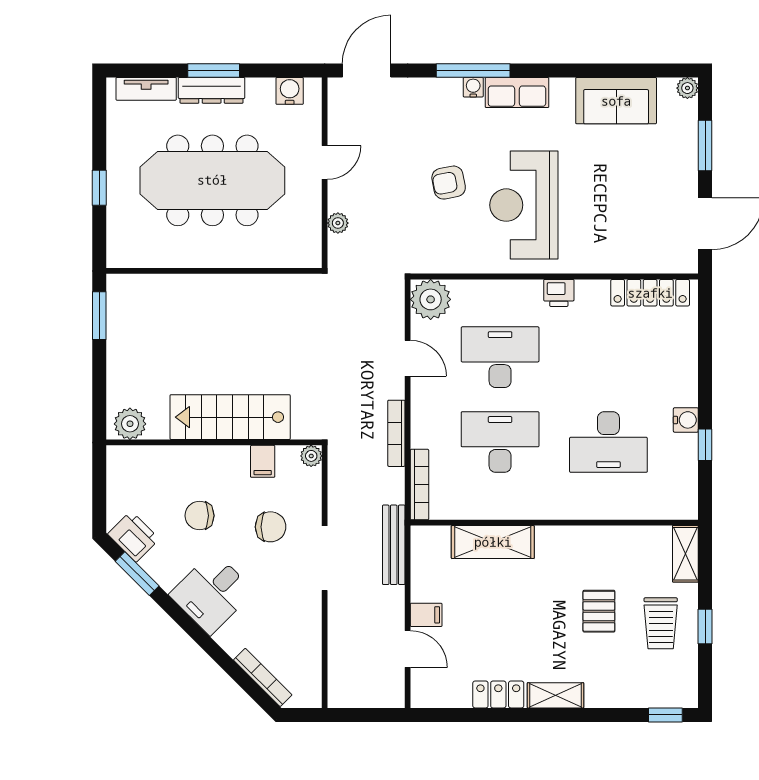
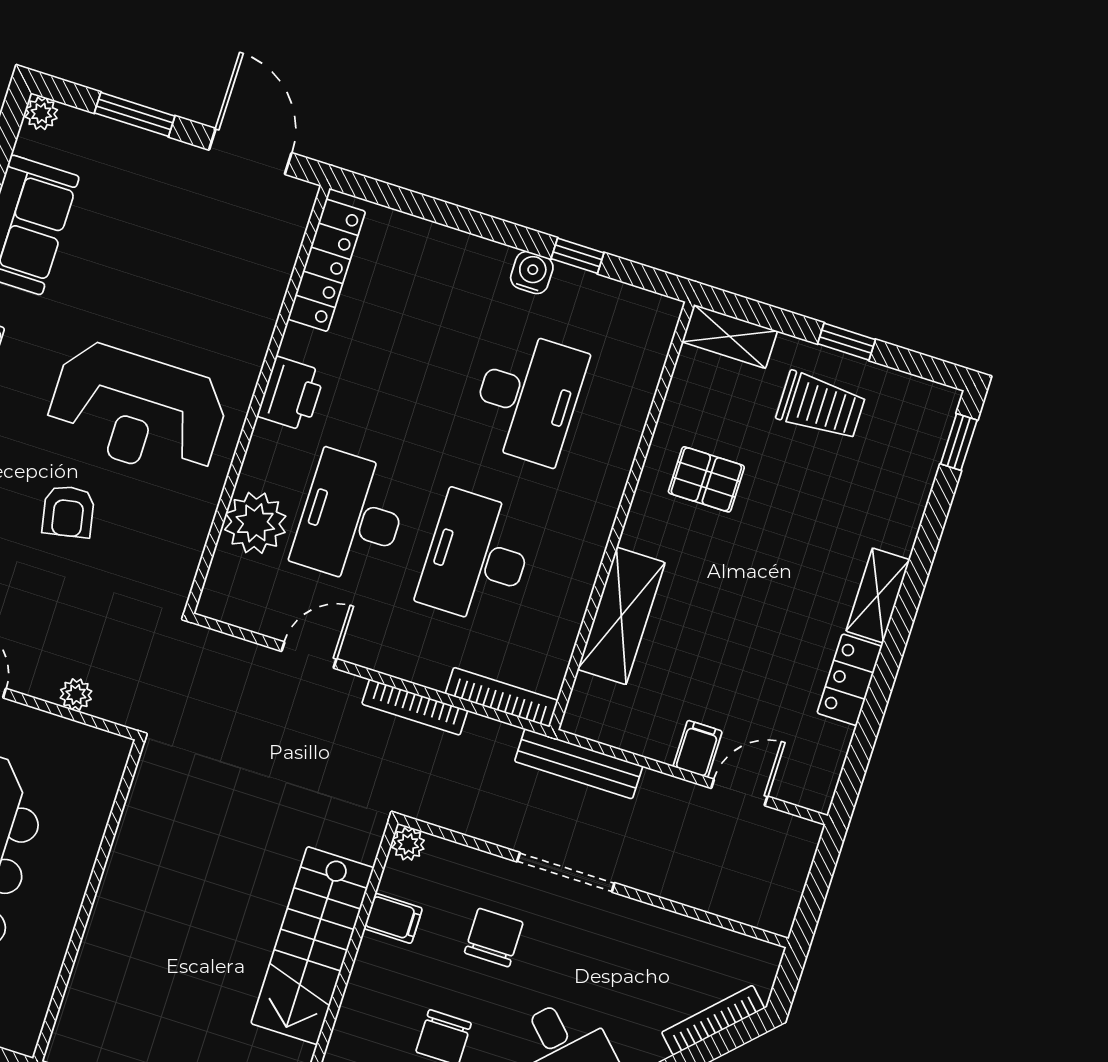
printer: (559, 293) -> (291, 394), width x1.36, depth x1.24
plant: (431, 299) -> (255, 523), moved
pallet: (599, 611) -> (706, 479), moved

